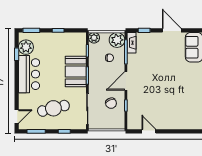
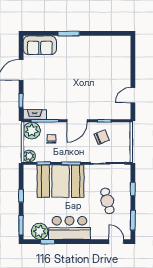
booth: (76, 72) -> (60, 181), width x1.36, depth x1.42
door: (126, 81) -> (77, 121), hinge flipped
cafe table: (53, 108) -> (107, 201), width x0.73, depth x0.74

